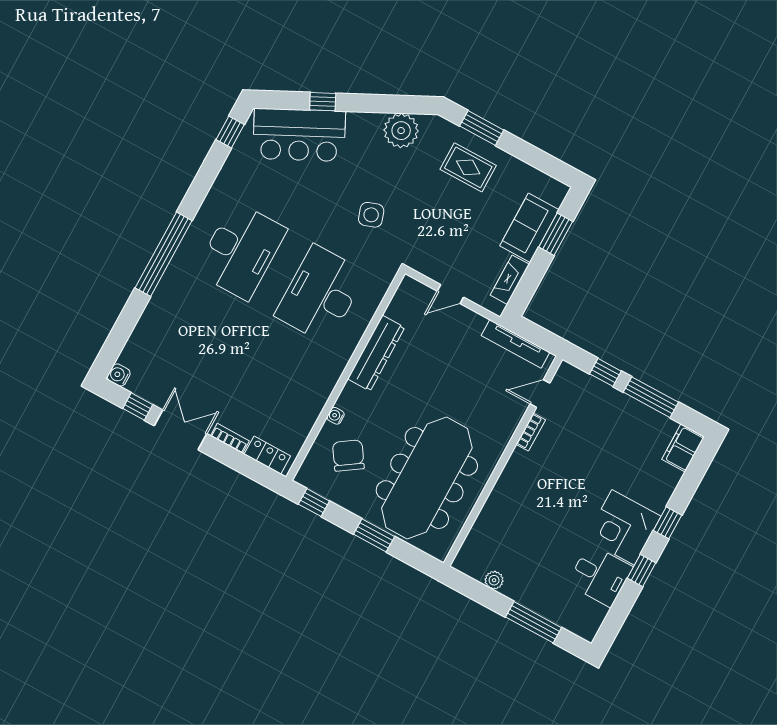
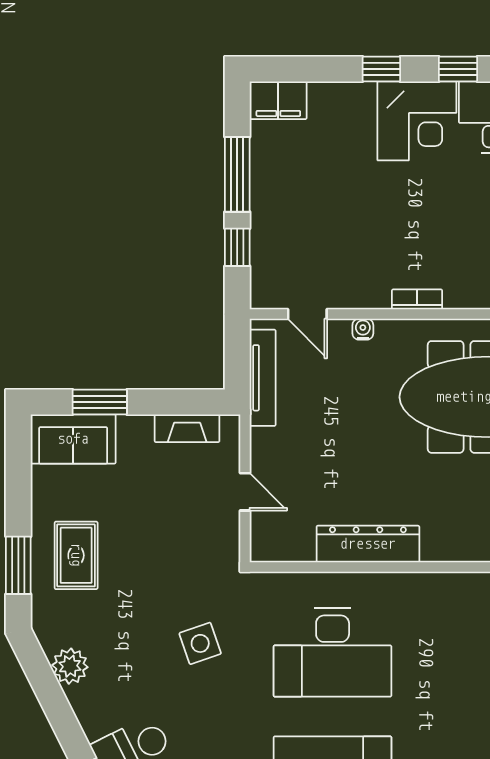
plant: (401, 131) -> (70, 666), width x0.73, depth x0.73
sofa: (529, 228) -> (73, 439), moved
water cooler: (336, 416) -> (363, 329), moved, turned 180
bookcase: (531, 432) -> (417, 299), moved

